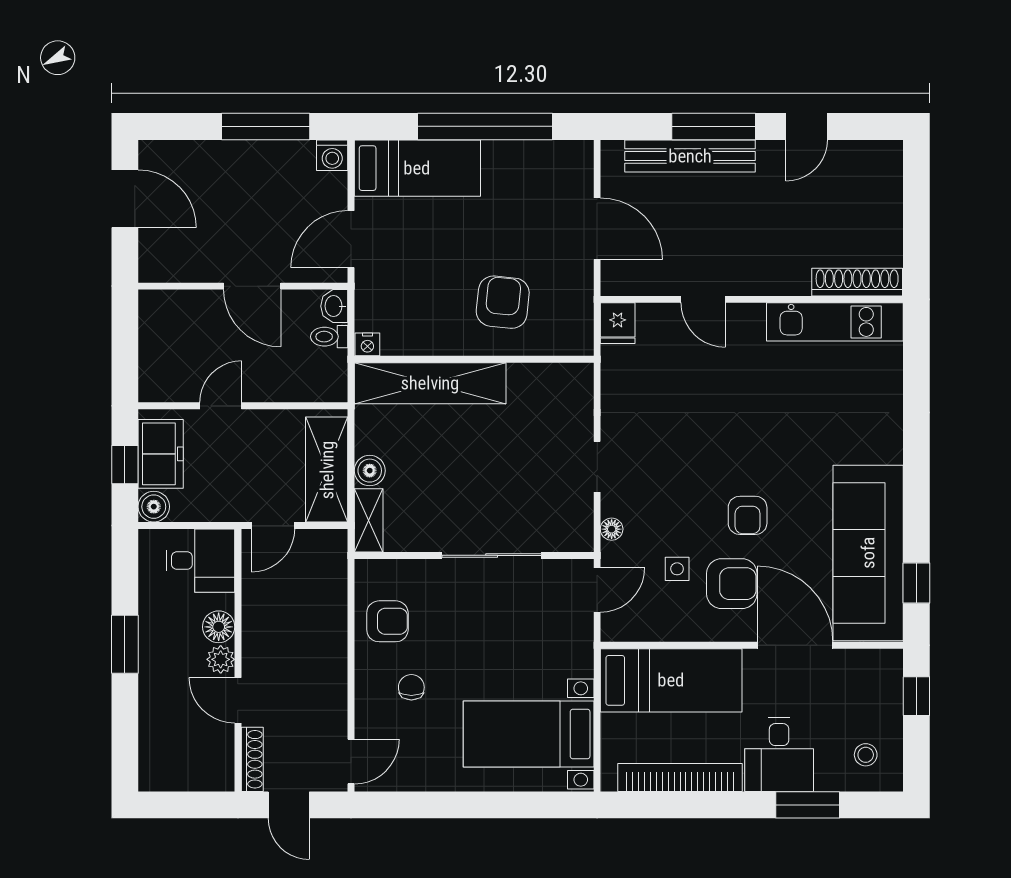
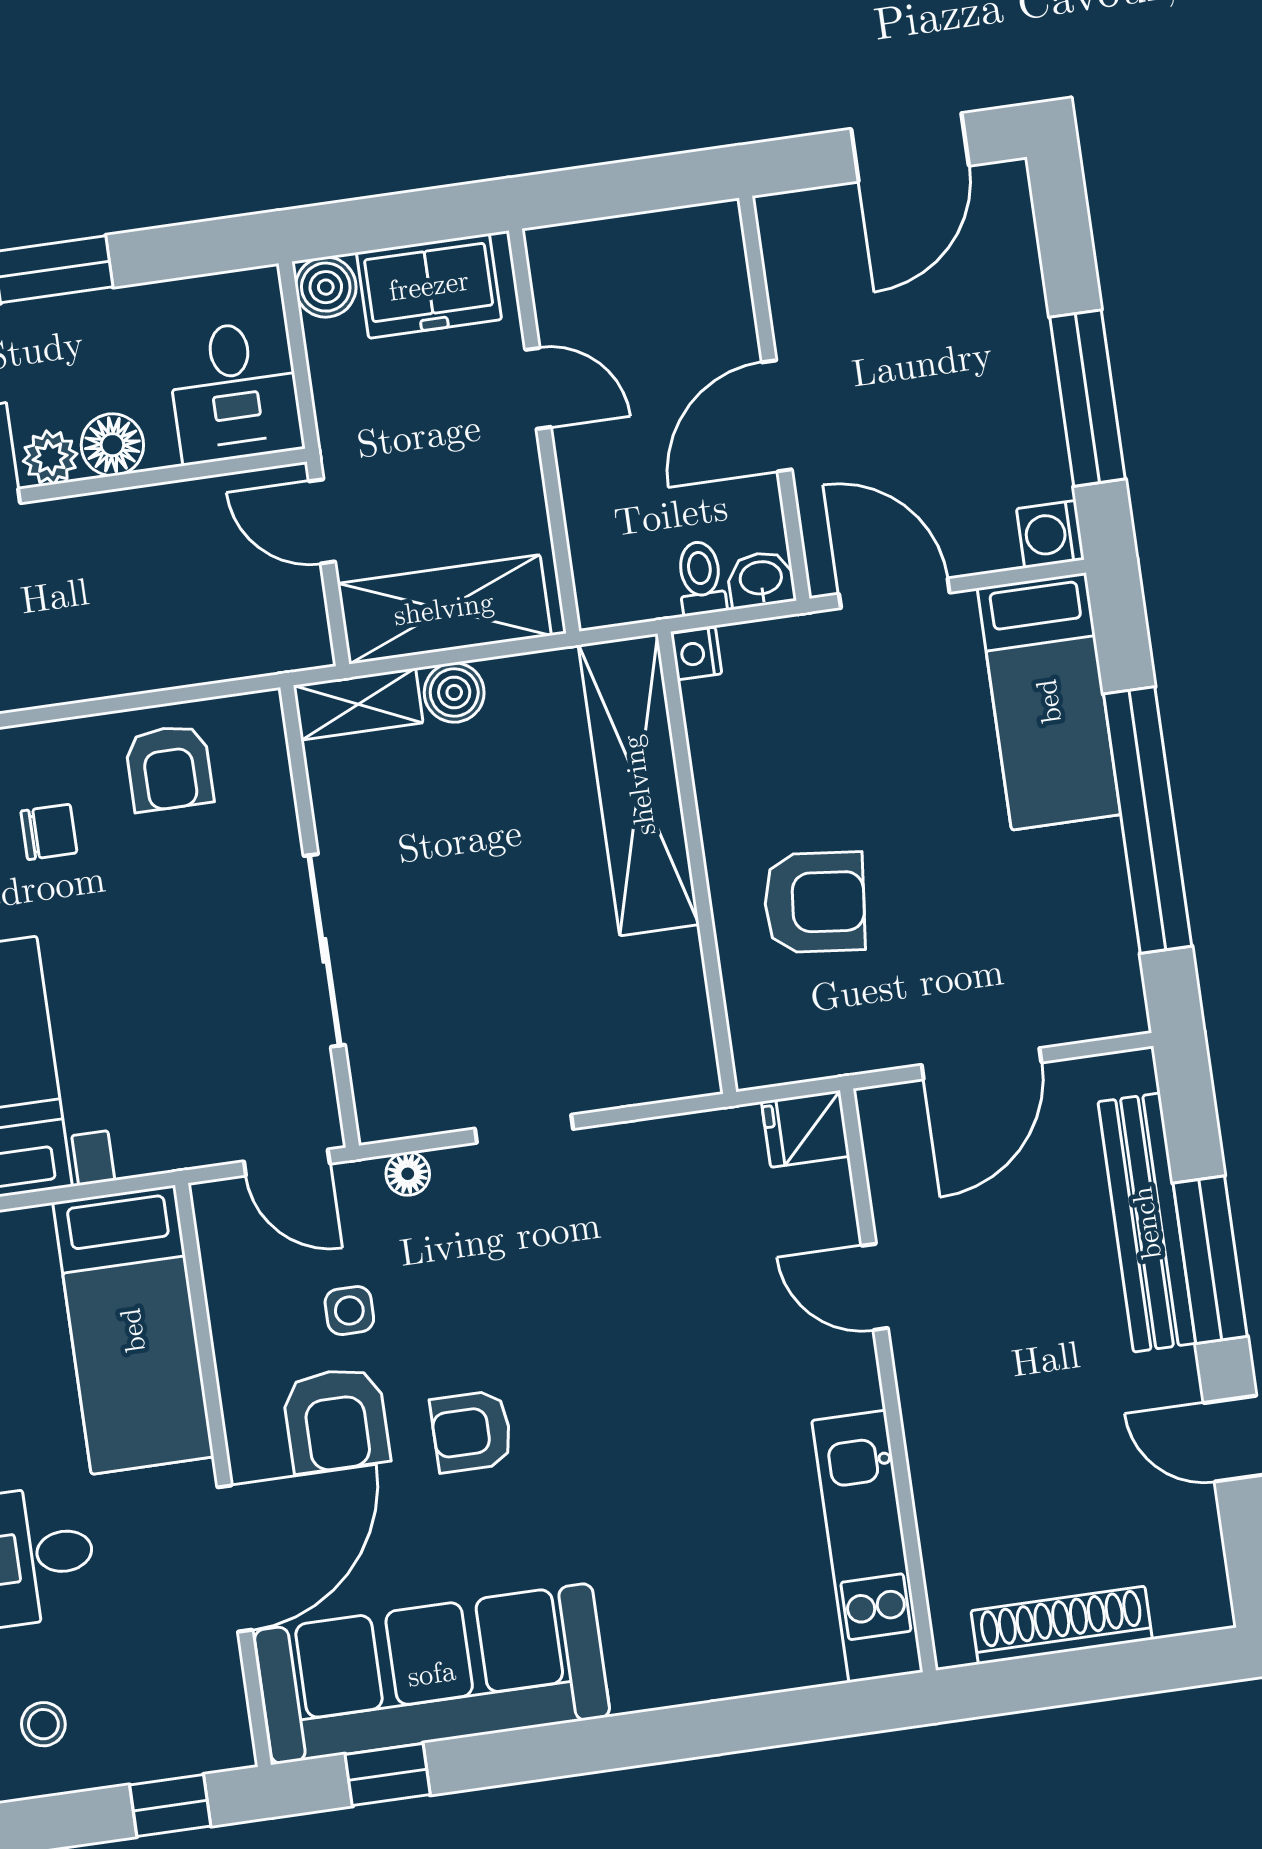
shoe rack: (857, 282) -> (1062, 1625), moved, turned -90
door: (703, 299) -> (875, 1287), hinge flipped
window: (125, 465) -> (399, 220), removed

